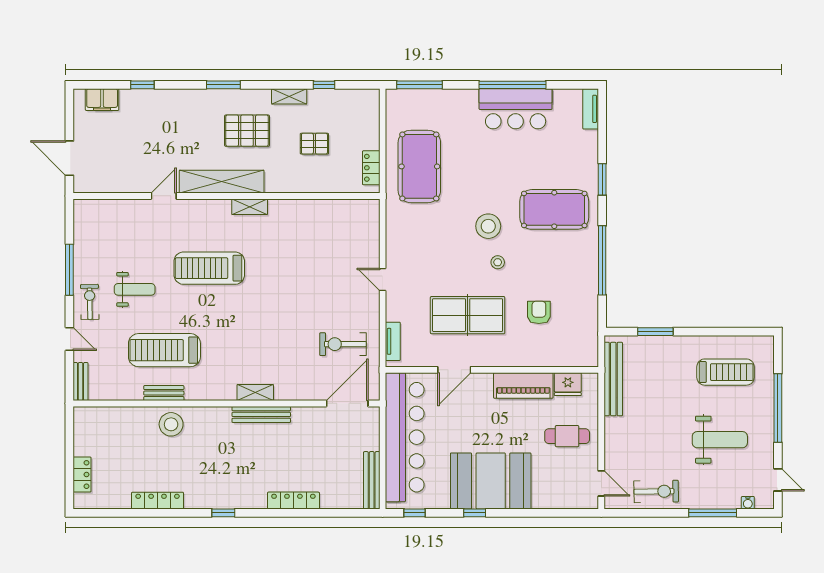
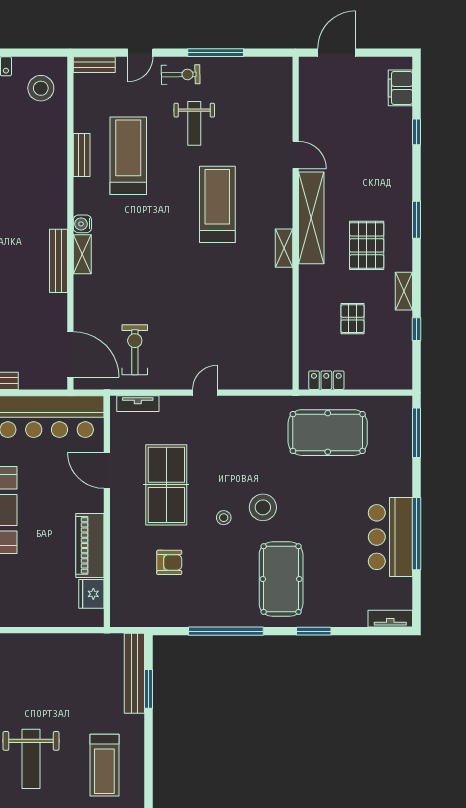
bench: (613, 379) -> (134, 673), moved, turned 90
water cooler: (227, 392) -> (82, 224), added
stool: (171, 424) -> (41, 88), moved
cafe table: (567, 436) -> (35, 593), removed

